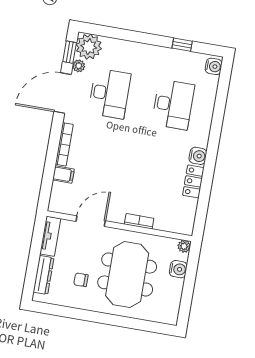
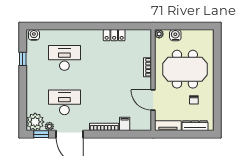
water cooler: (198, 156) -> (96, 35), removed

